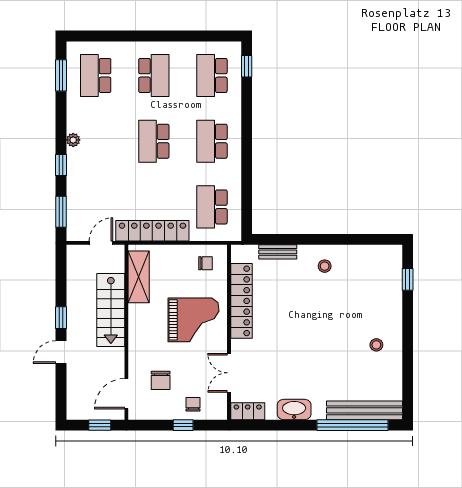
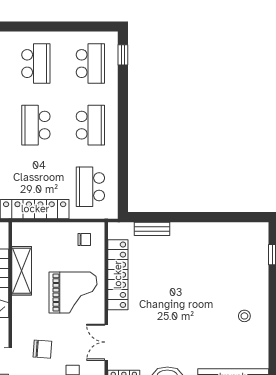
school desk: (212, 75) -> (90, 64), turned 180
school desk: (212, 141) -> (90, 125), turned 180
stool: (325, 266) -> (196, 242), removed
shelving: (139, 277) -> (22, 271), moved
chair: (161, 380) -> (42, 349), turned -86

